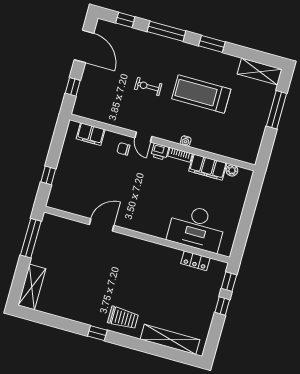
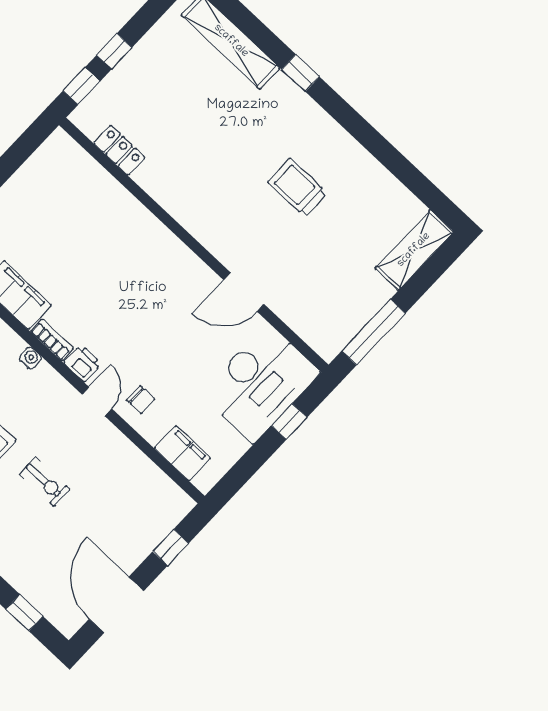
desk: (197, 228) -> (260, 383), moved, turned 90
trolley: (123, 318) -> (297, 187), moved
window: (97, 333) -> (301, 73), moved

